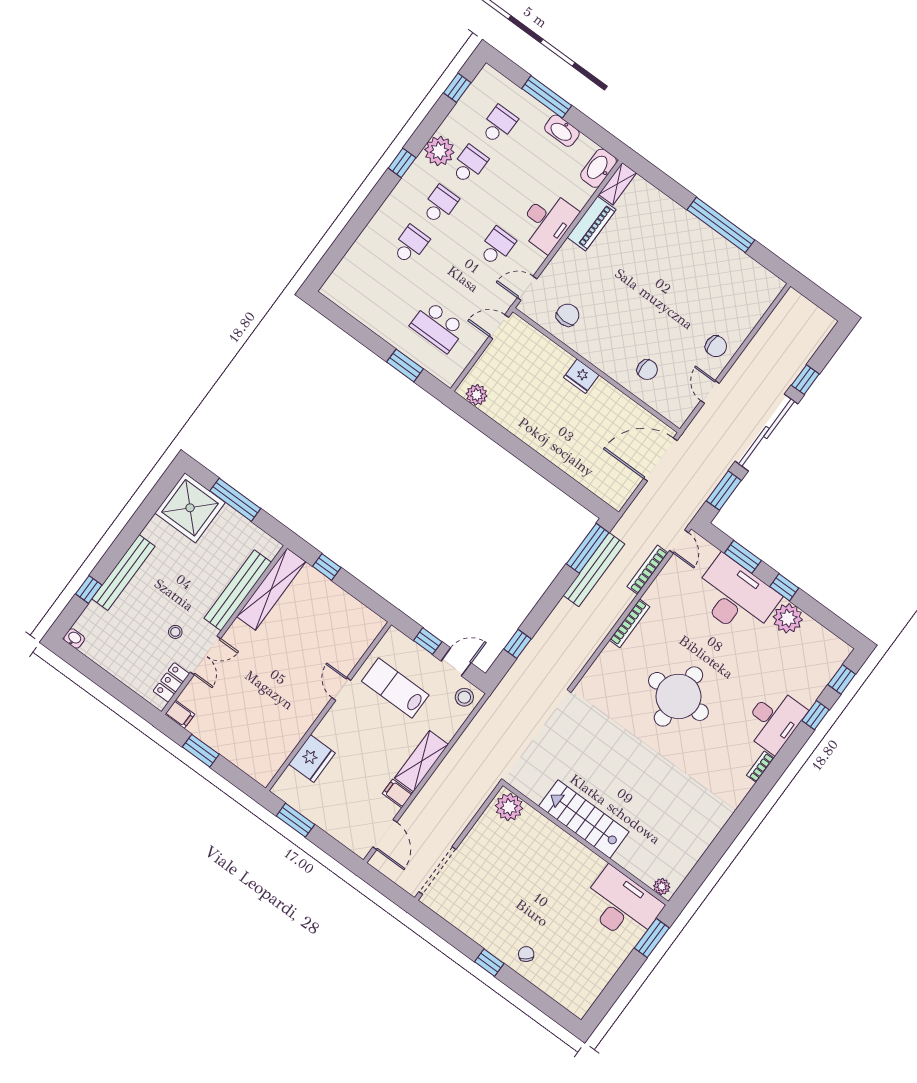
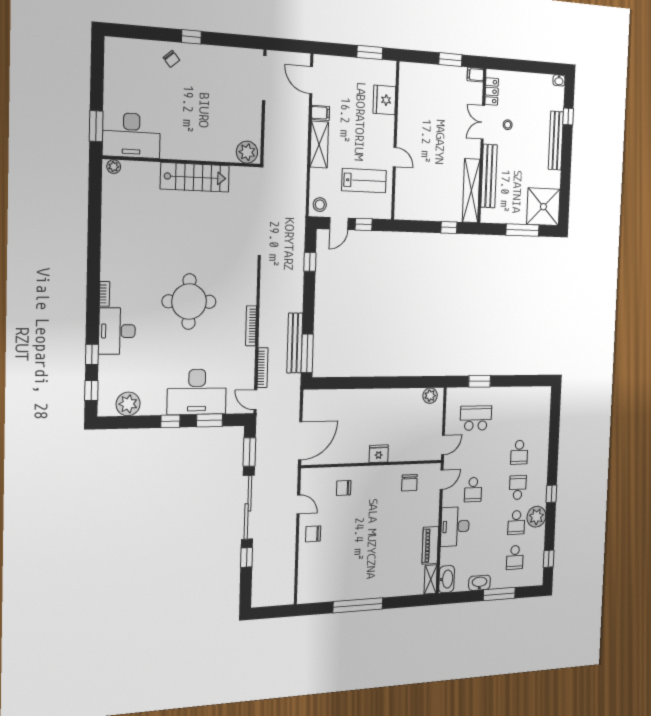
school desk: (440, 205) -> (518, 487), turned 180
plant: (788, 618) -> (128, 404), moved

